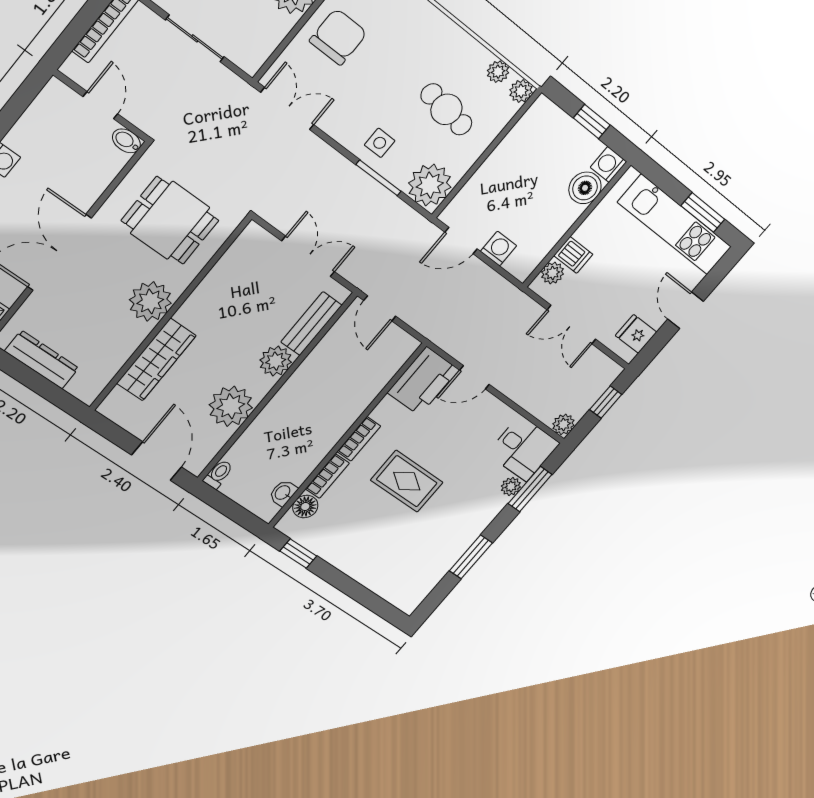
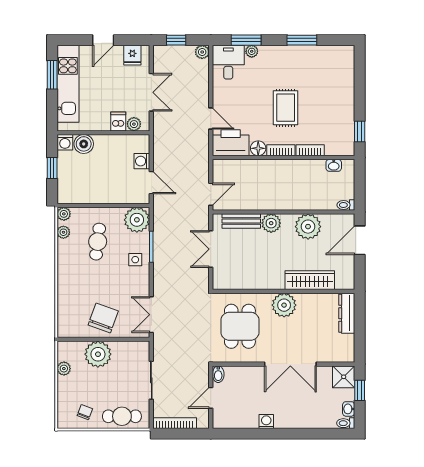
chair: (338, 37) -> (103, 318), turned 110
dresser: (42, 360) -> (347, 313), moved
floor lamp: (305, 507) -> (258, 148), moved

